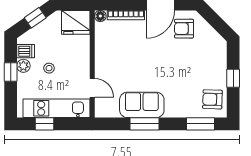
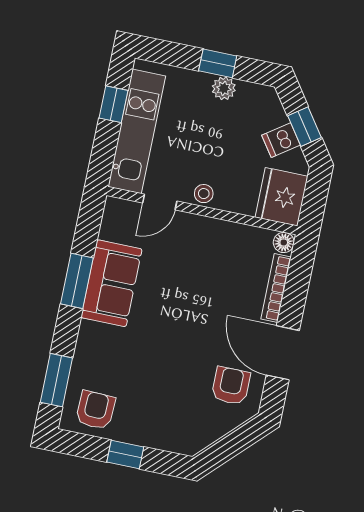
dishwasher: (26, 51) -> (281, 140), moved, turned 55
stool: (49, 68) -> (204, 194), moved

